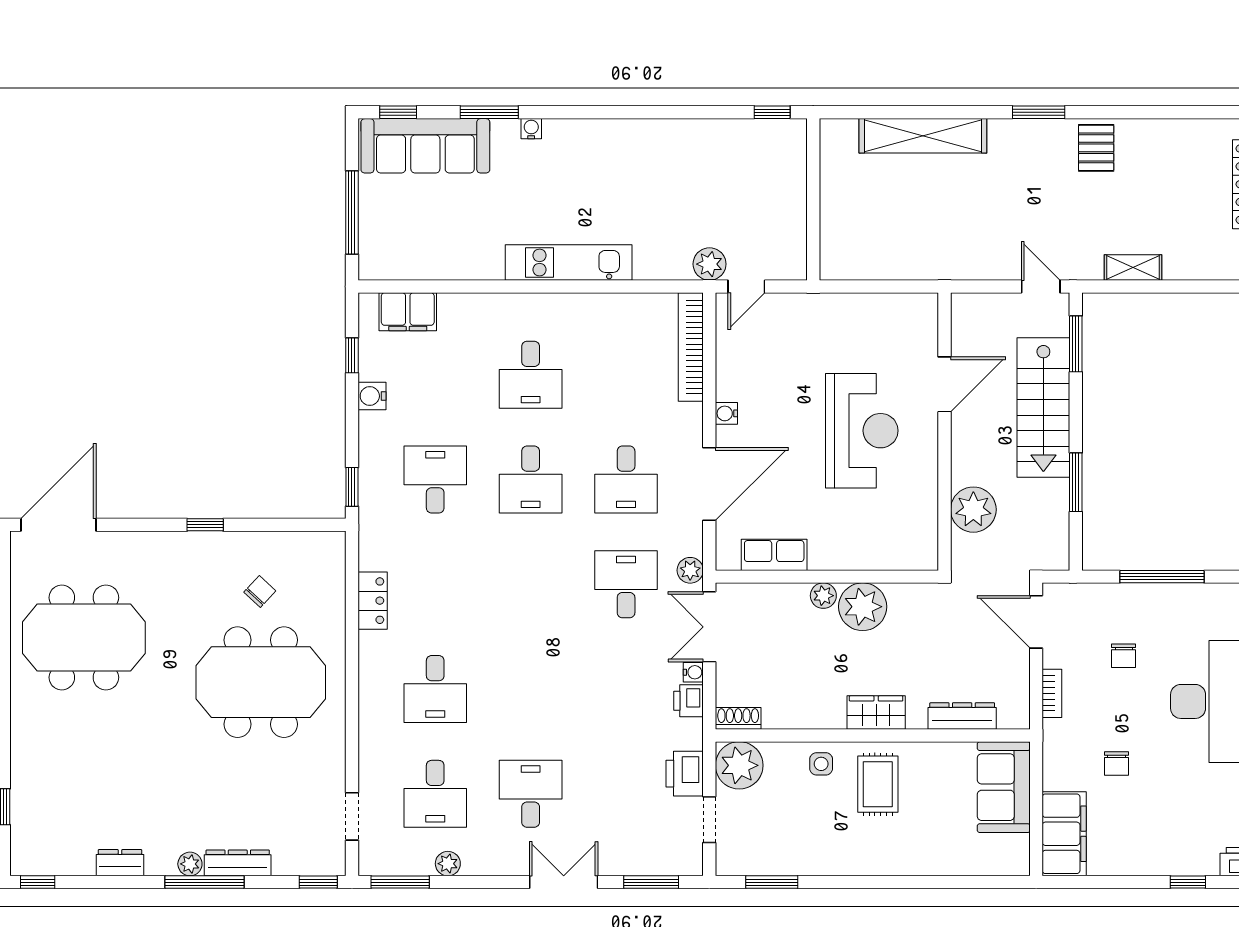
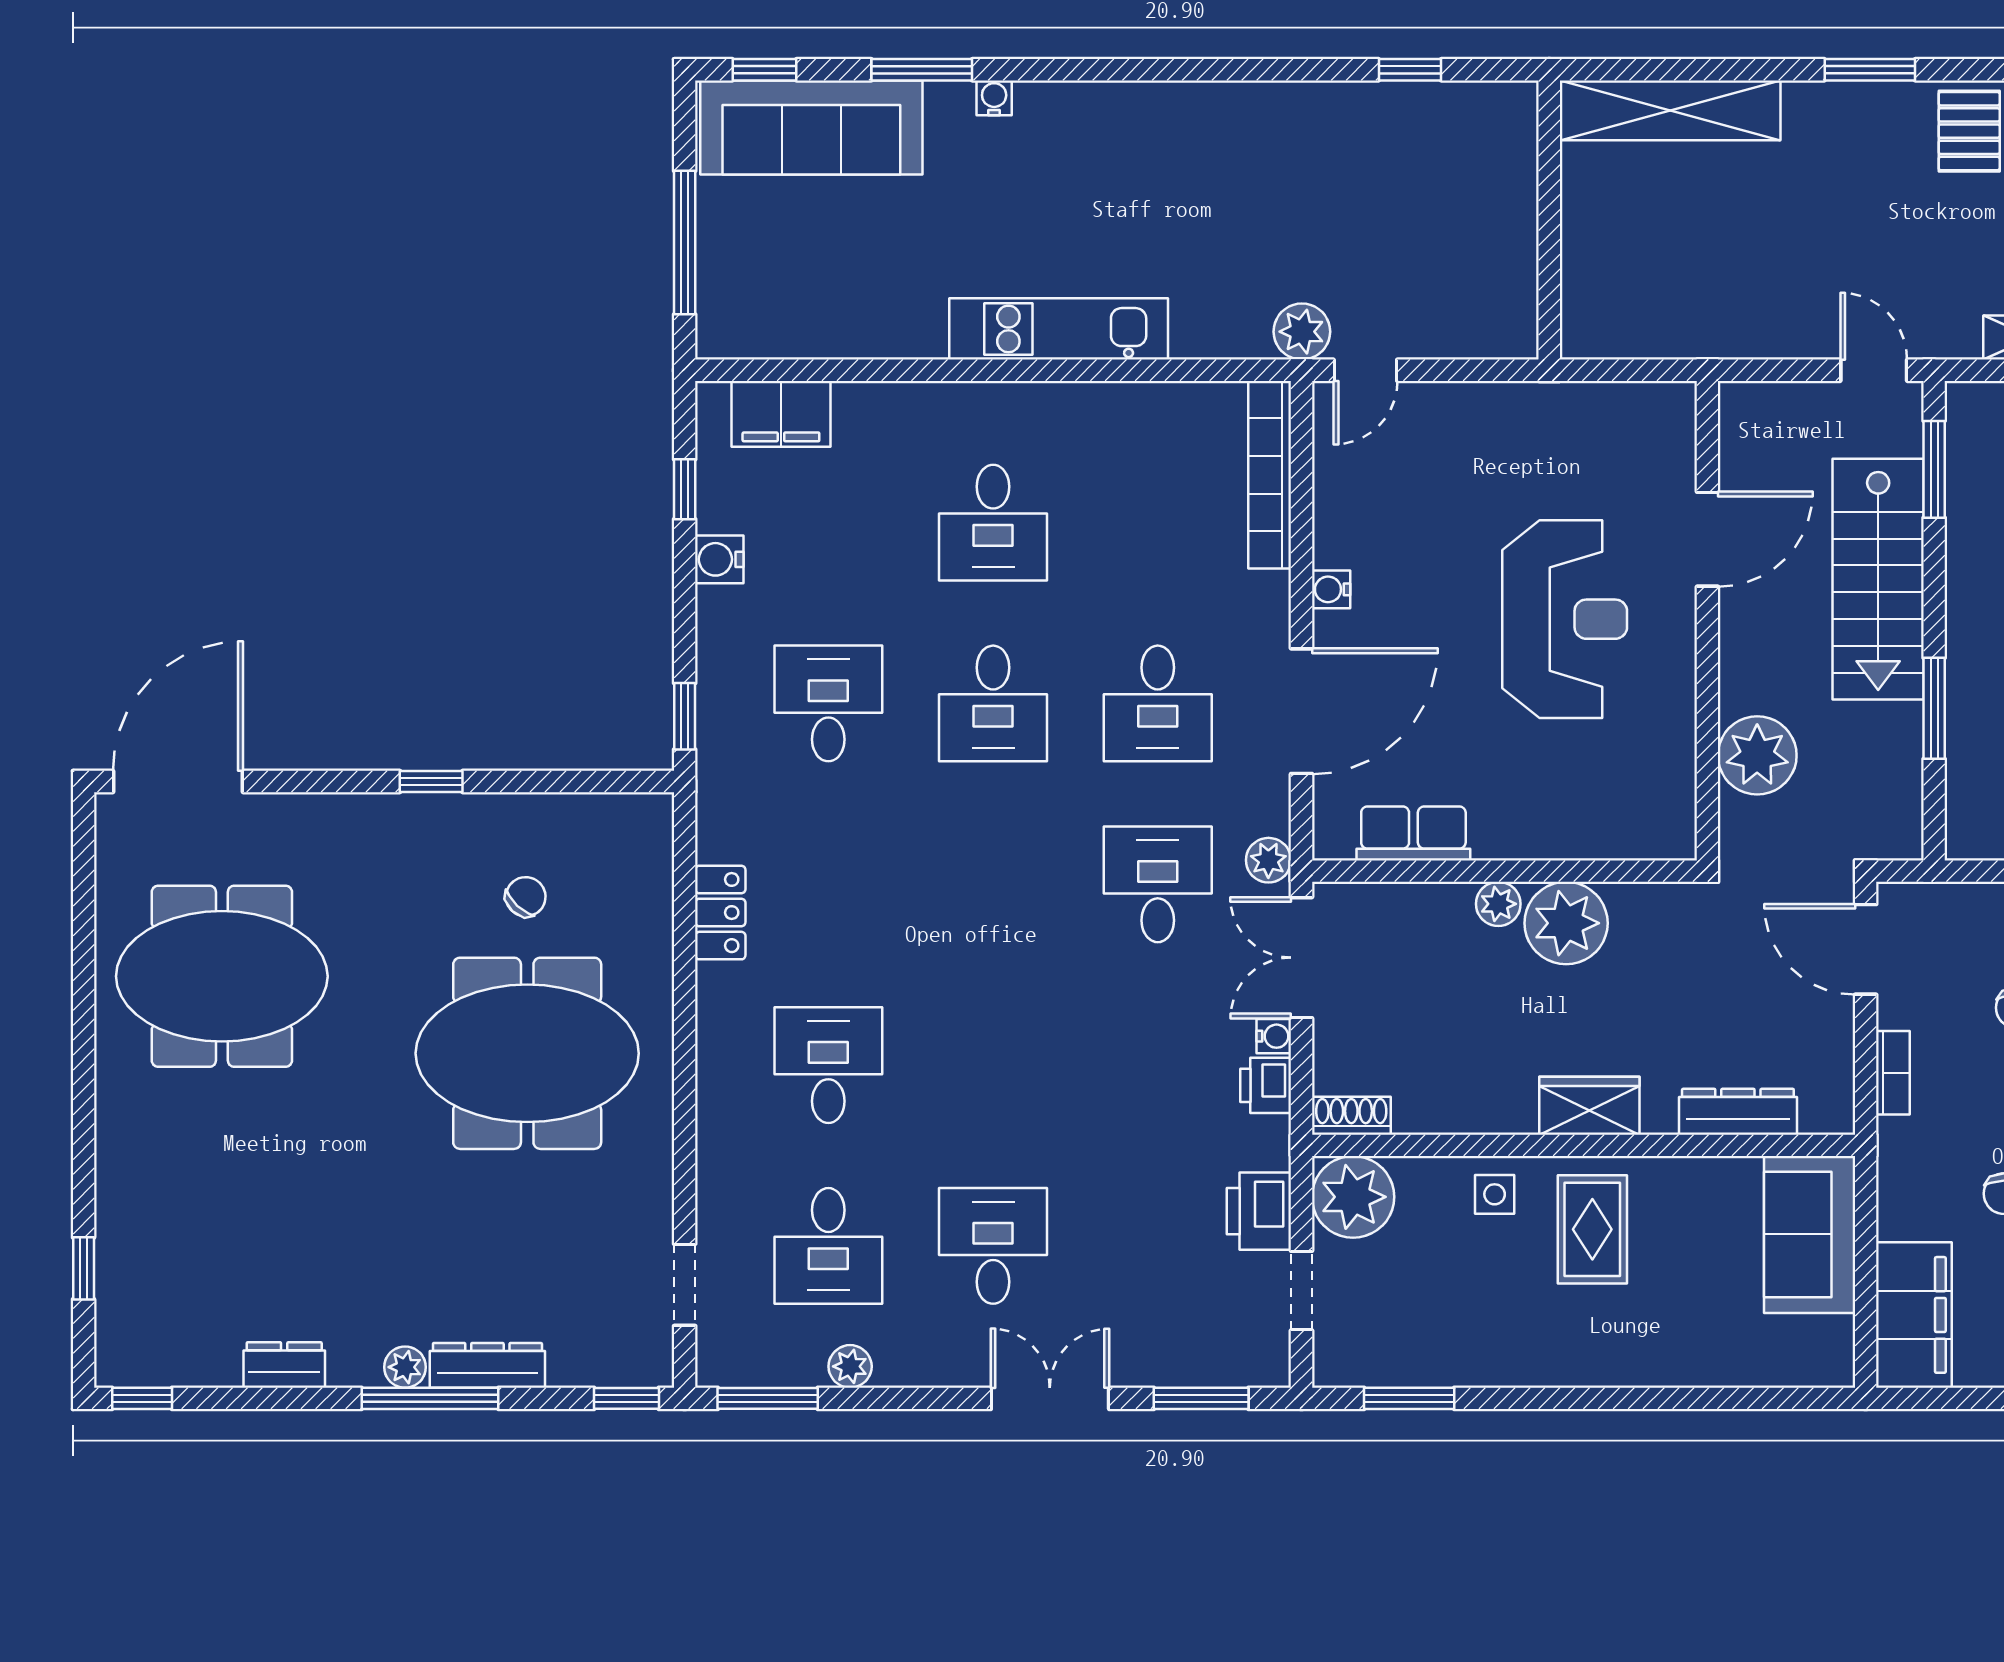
wall: (813, 199) -> (1549, 220), moved
desk: (435, 689) -> (828, 1065), turned 180

